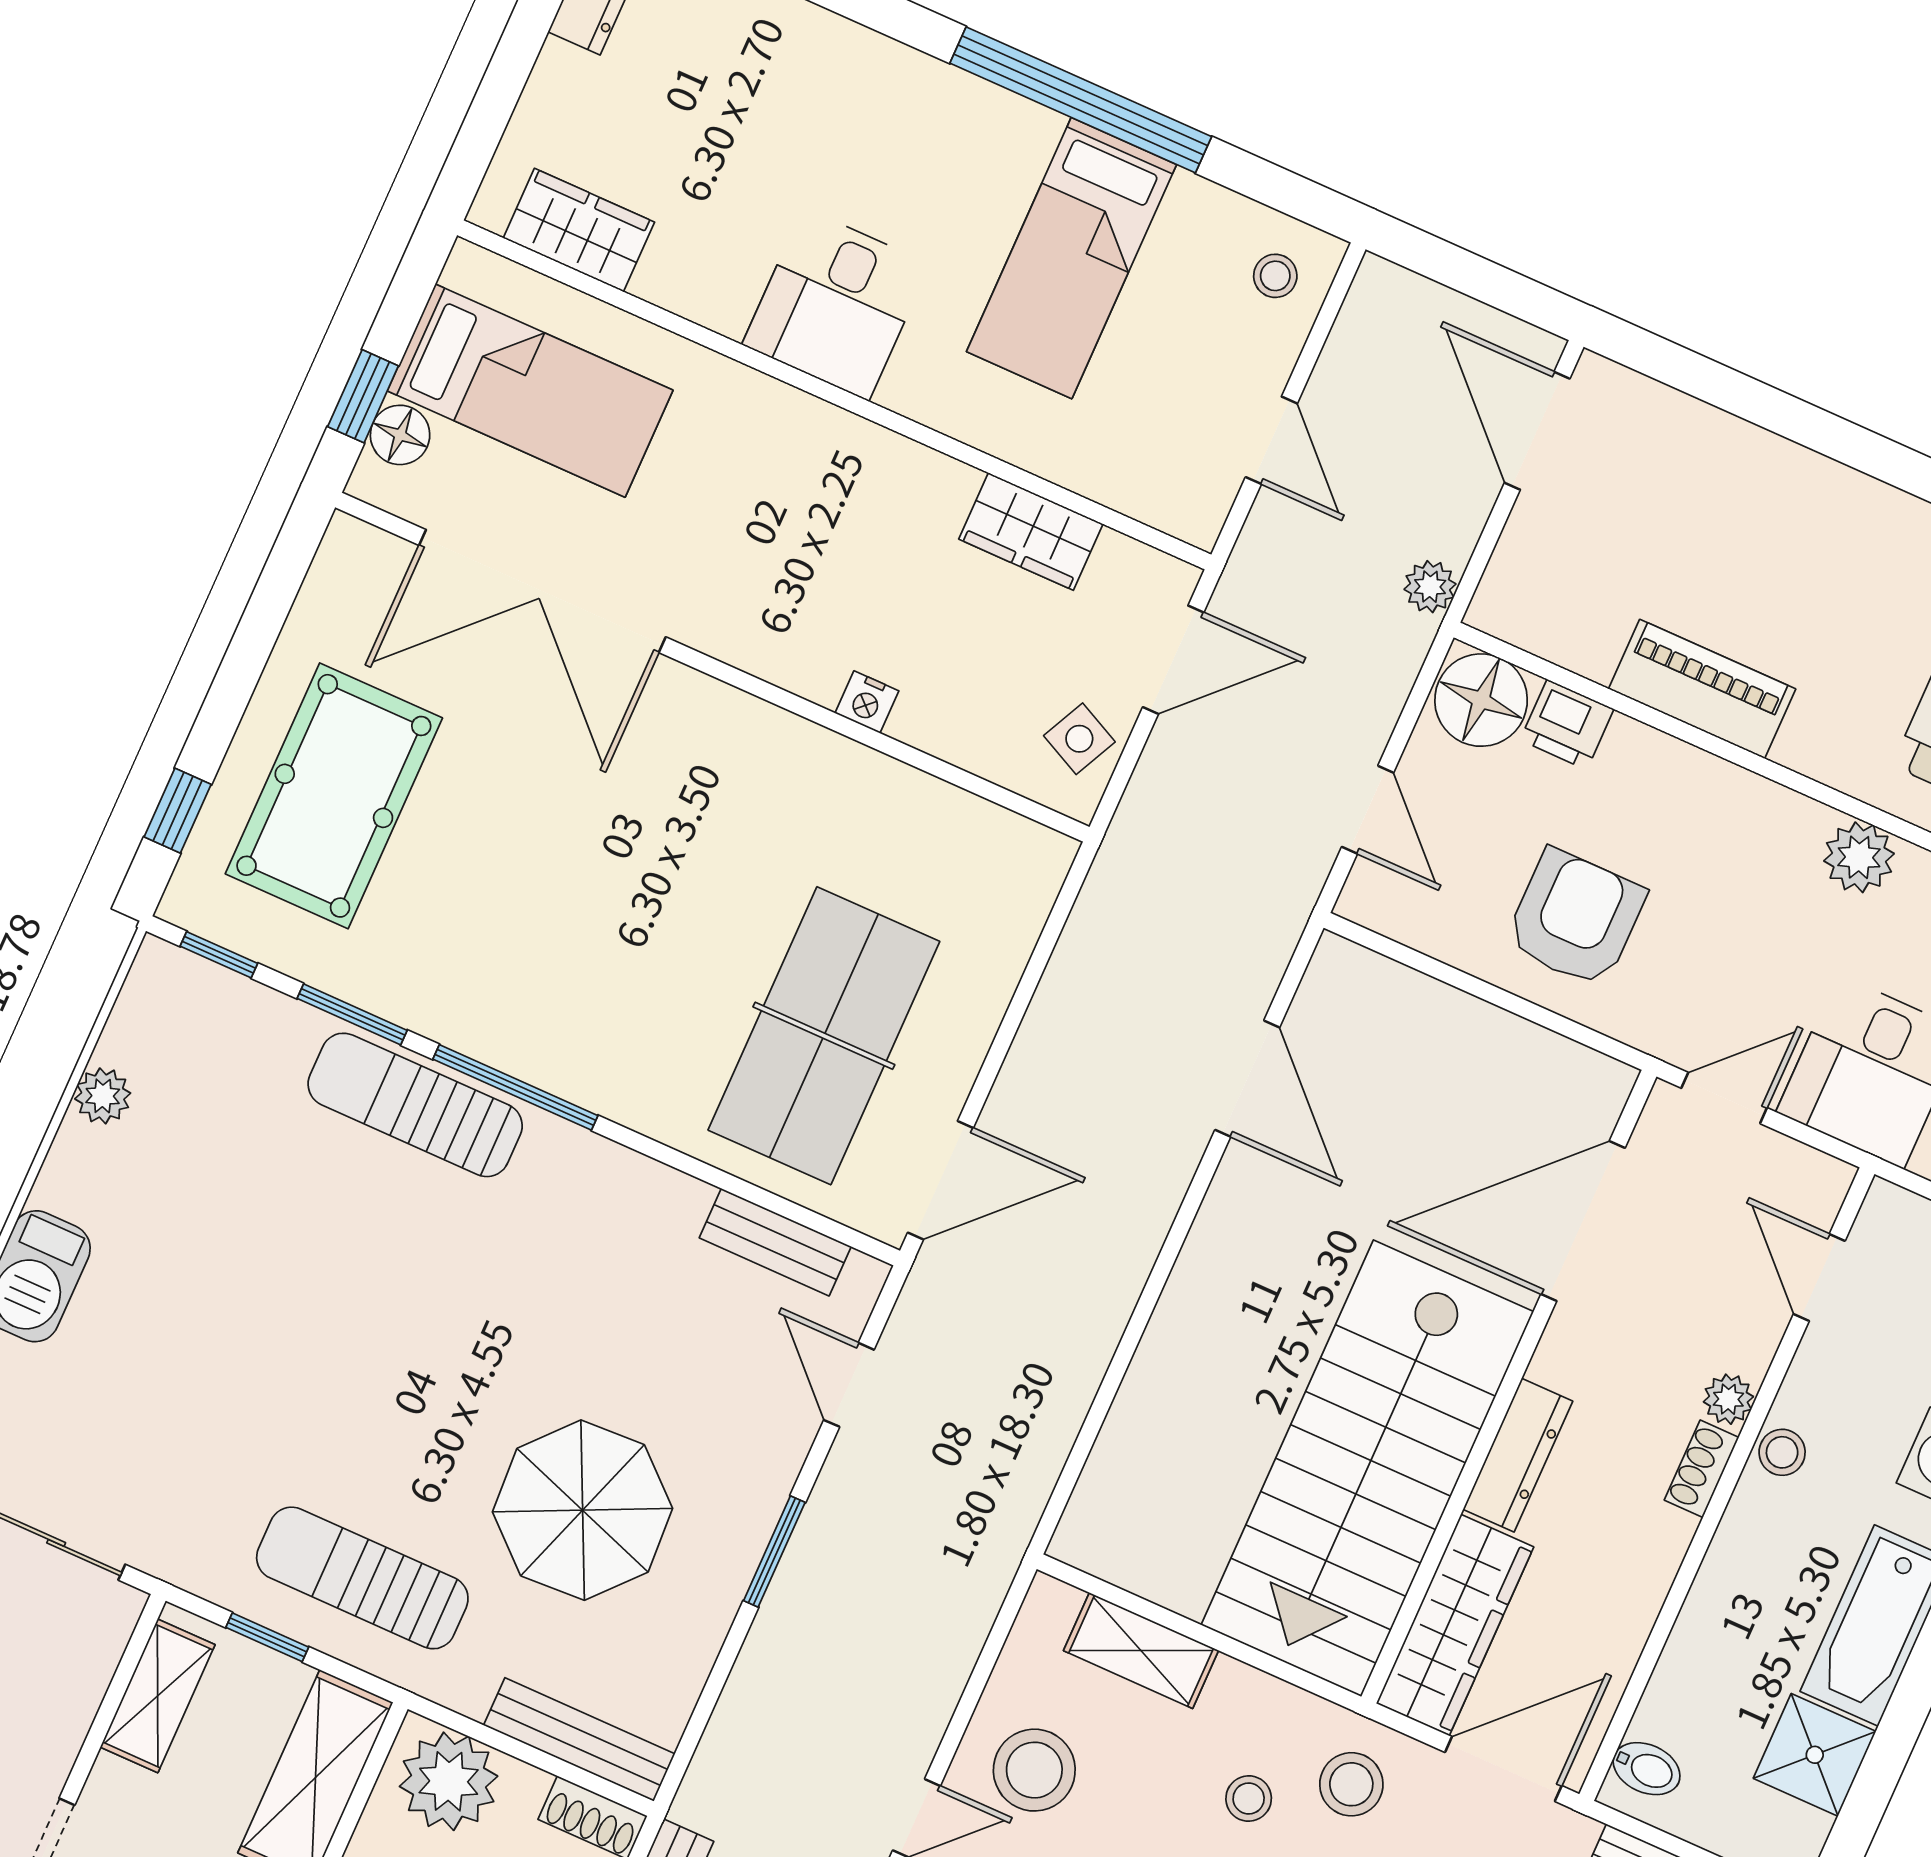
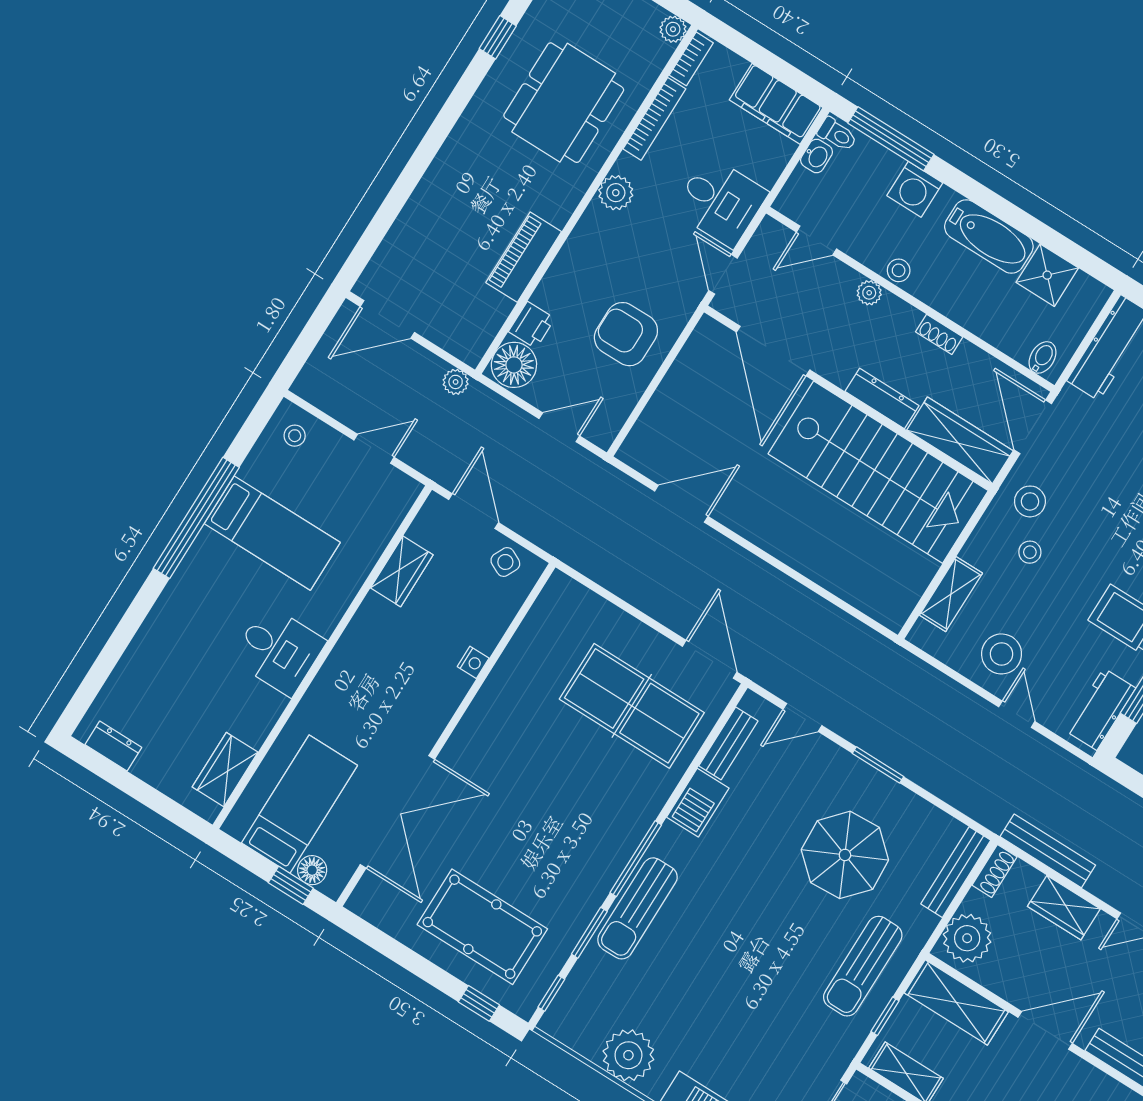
plant: (103, 1096) -> (628, 1055), width x1.87, depth x1.87
barbecue: (647, 1197) -> (698, 803), added
shoe rack: (1702, 1469) -> (939, 334), moved

